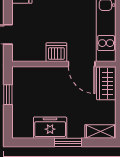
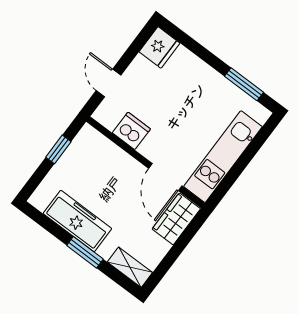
dishwasher: (56, 52) -> (131, 131), moved
freezer: (50, 128) -> (77, 221), width x1.40

